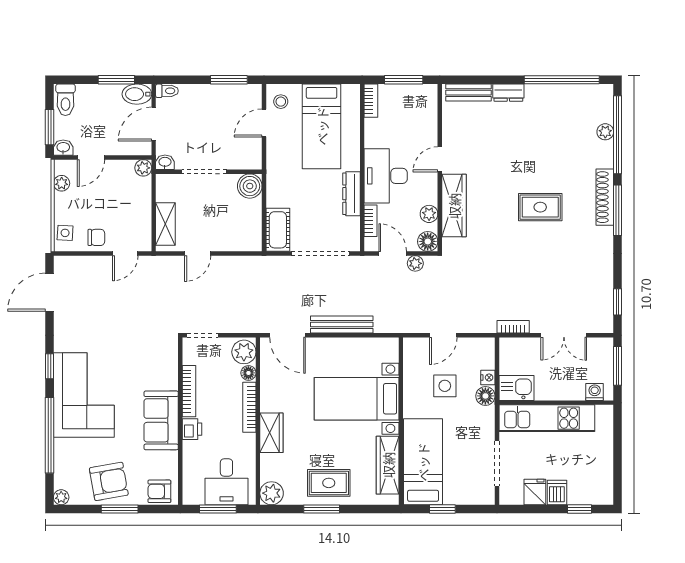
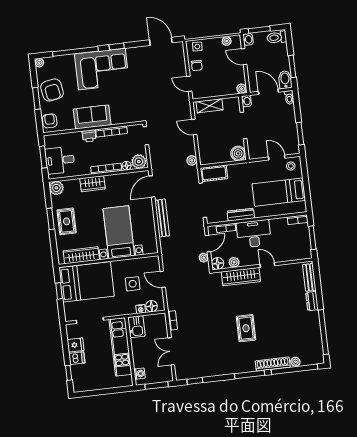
shoe rack: (605, 197) -> (273, 364), moved
plant: (252, 264) -> (192, 160), added
floor lamp: (485, 396) -> (152, 306), moved
bed: (423, 462) -> (87, 282), width x1.50

